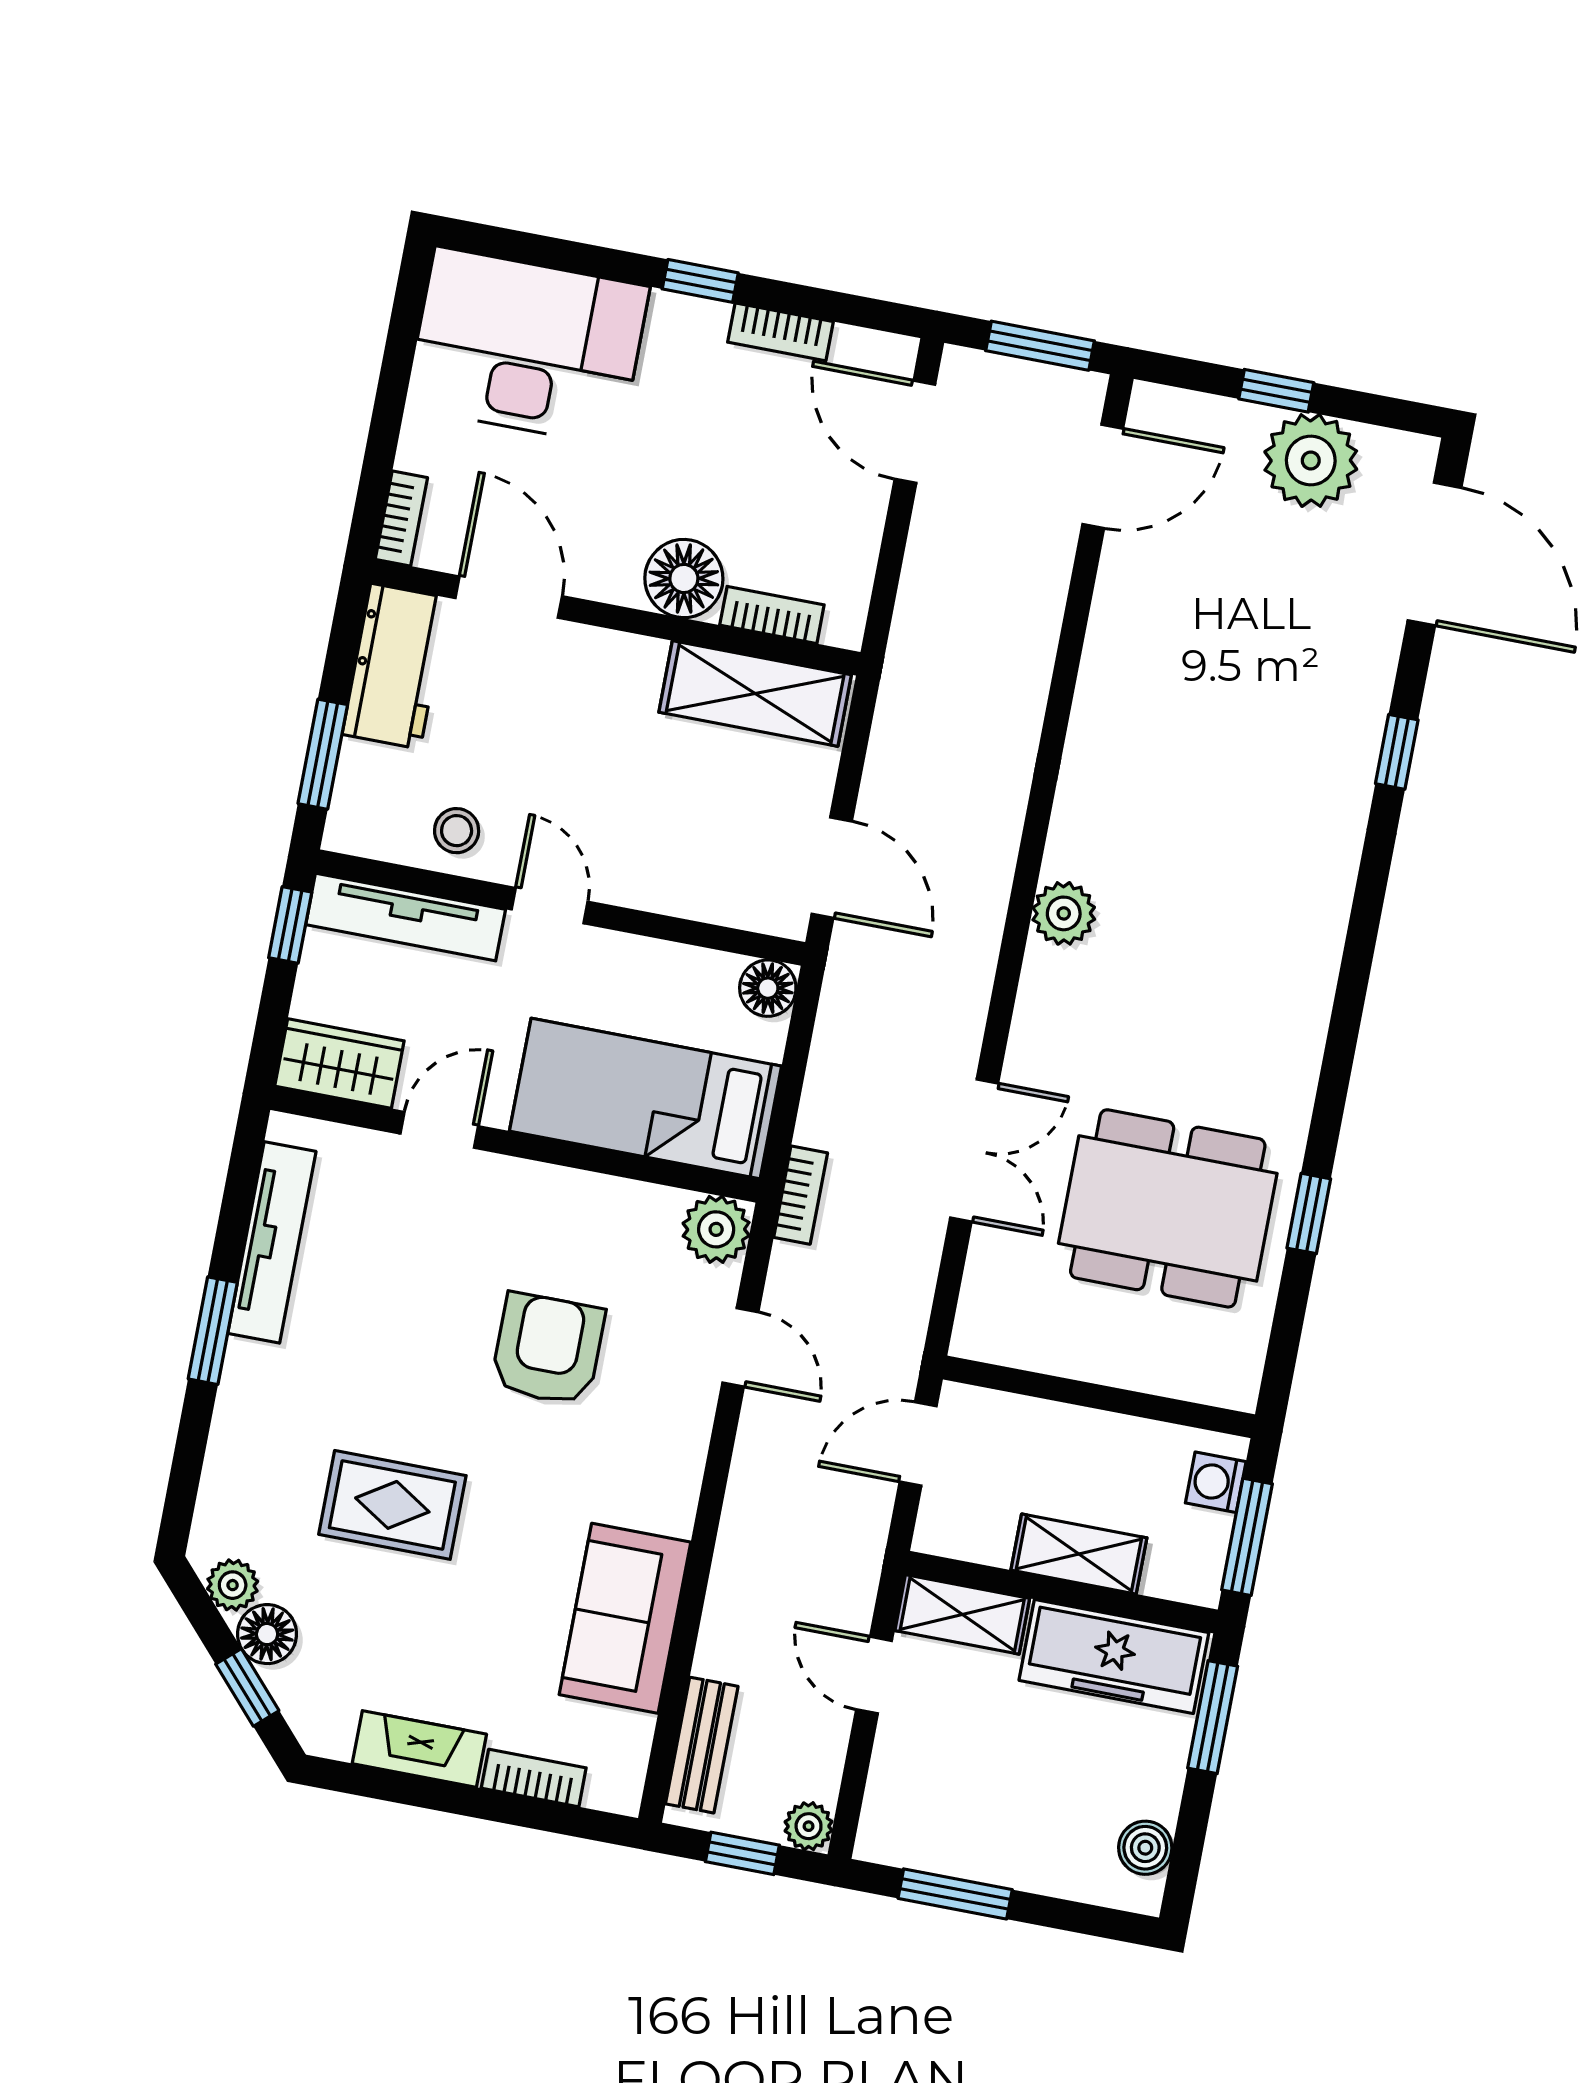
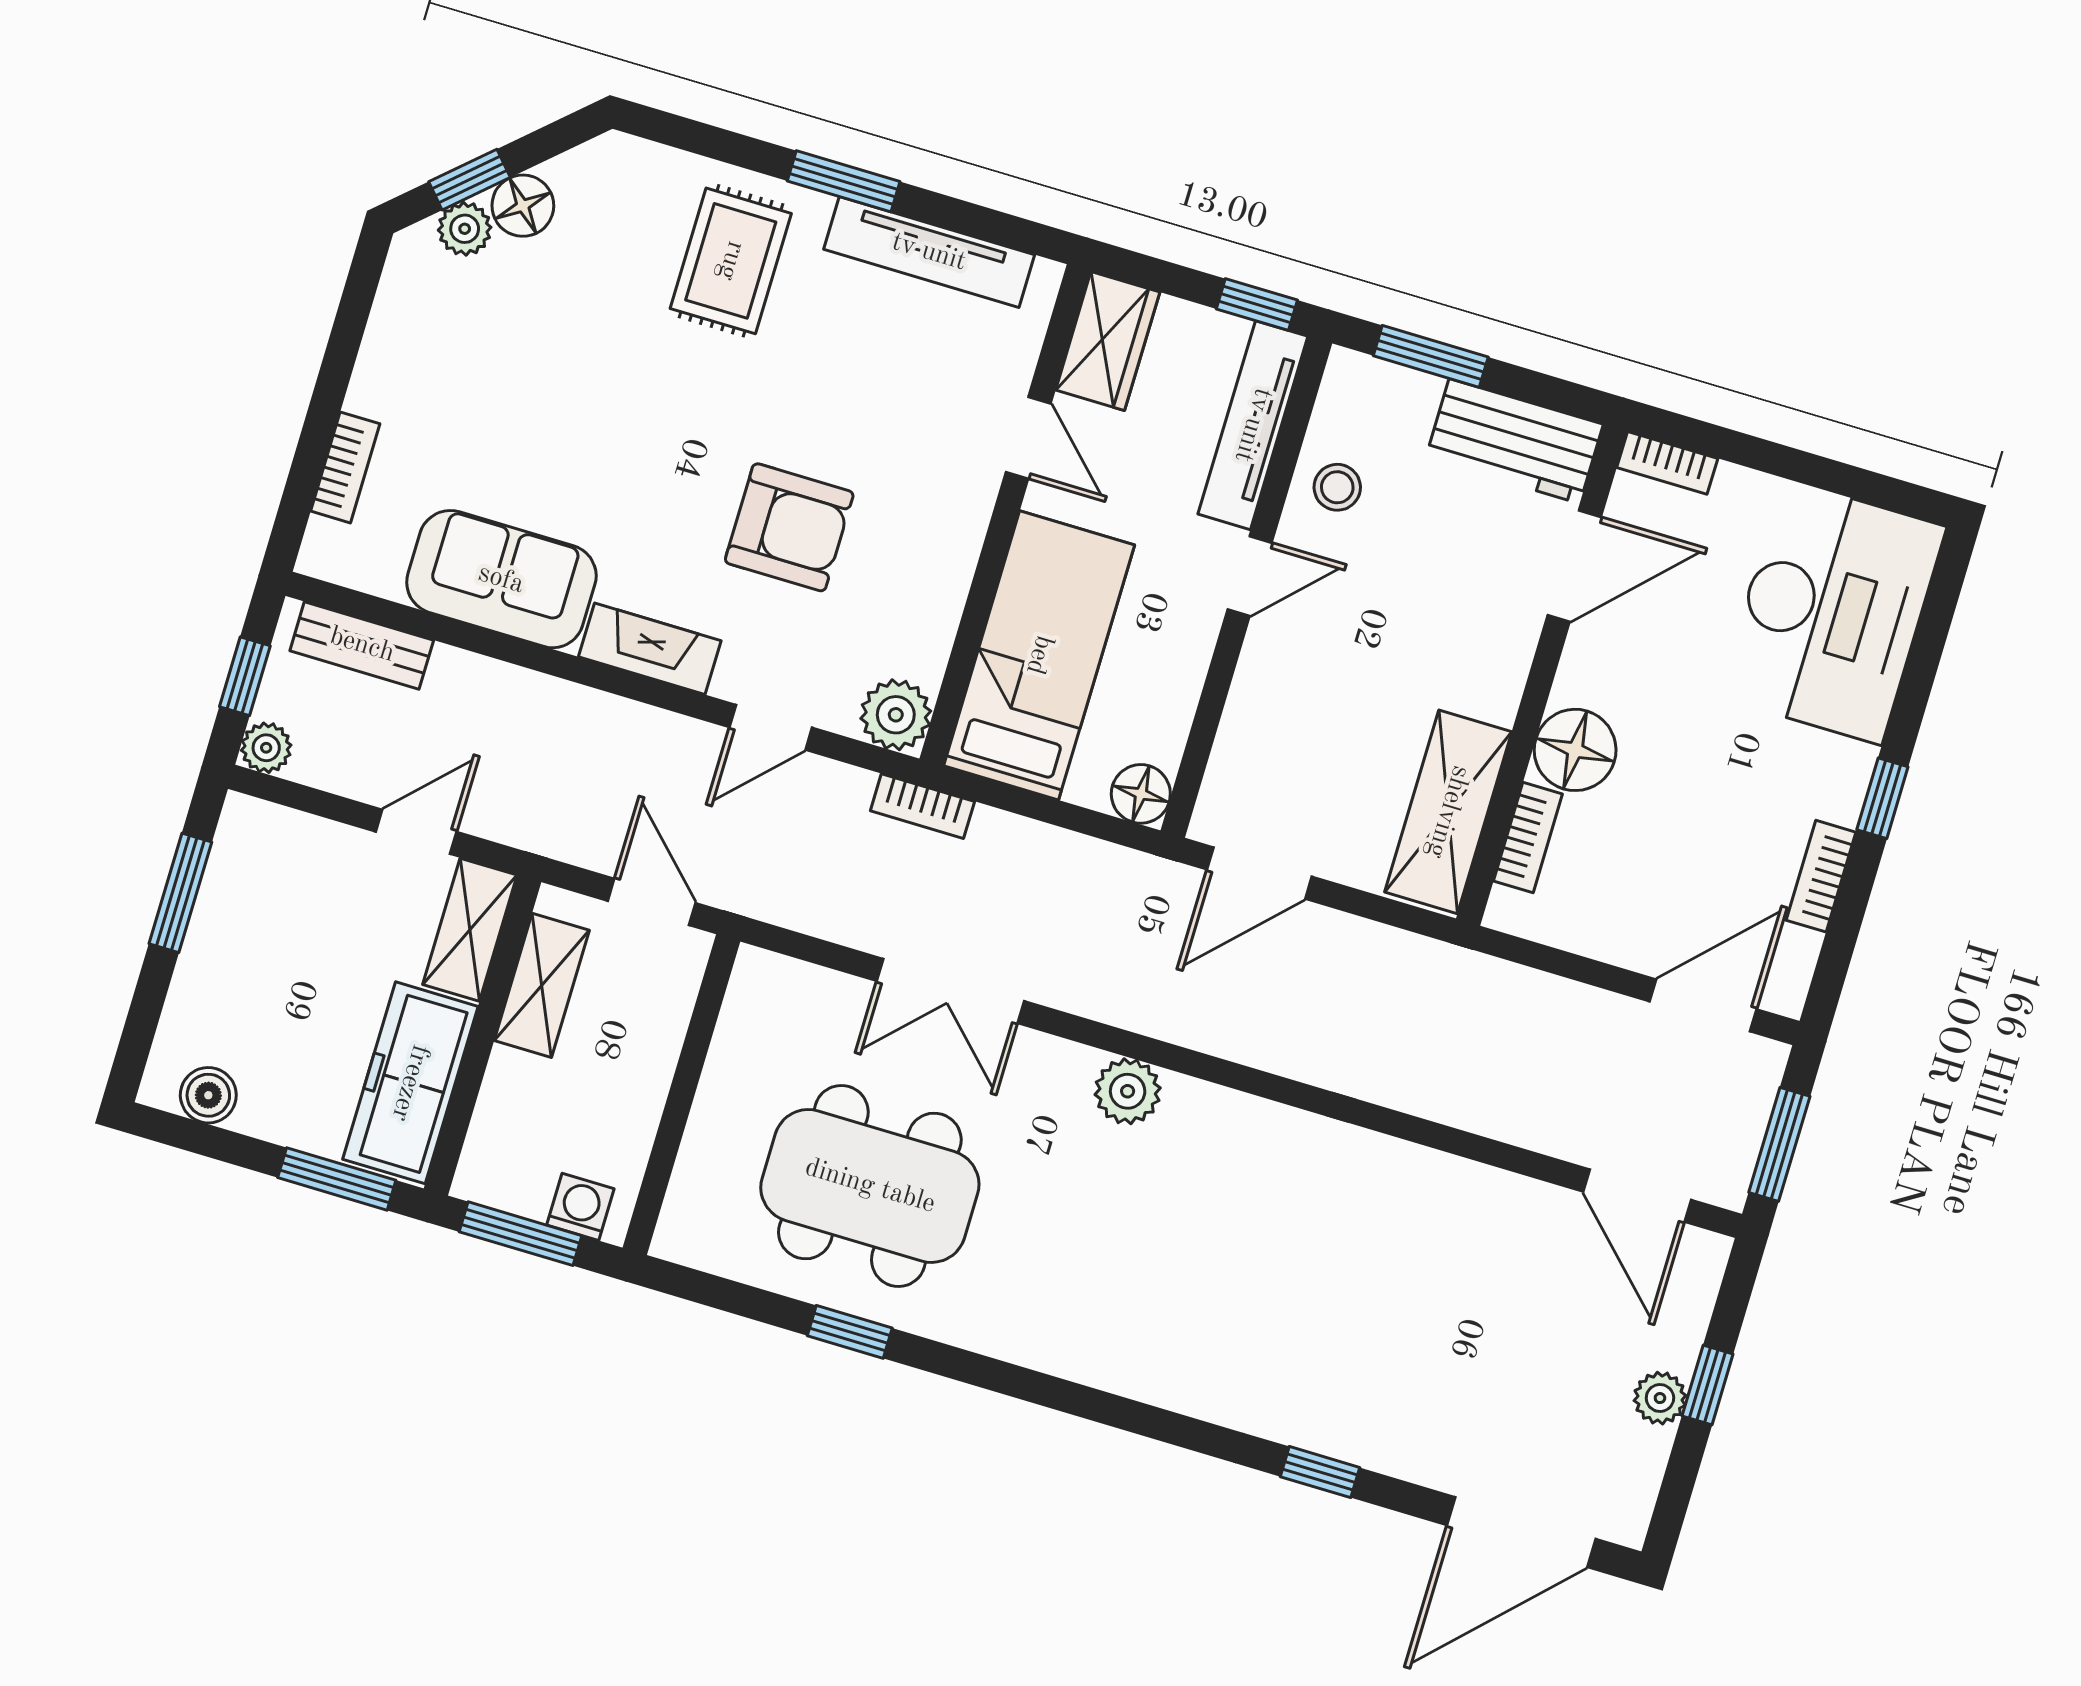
plant: (1311, 460) -> (1660, 1398), width x0.53, depth x0.53
plant: (1064, 913) -> (1128, 1091), moved
dining table: (1168, 1208) -> (870, 1186), turned 90
rug: (392, 1505) -> (731, 261), moved
shelving: (1079, 1554) -> (542, 985), moved
plant: (233, 1585) -> (465, 229), moved
fireplace: (419, 1749) -> (650, 649), moved, turned -90

